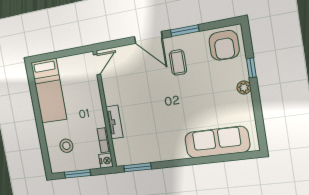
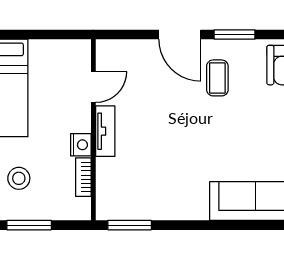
door: (97, 65) -> (93, 87), moved
tv unit: (114, 122) -> (105, 131), moved
nightstand: (106, 161) -> (81, 145), moved

